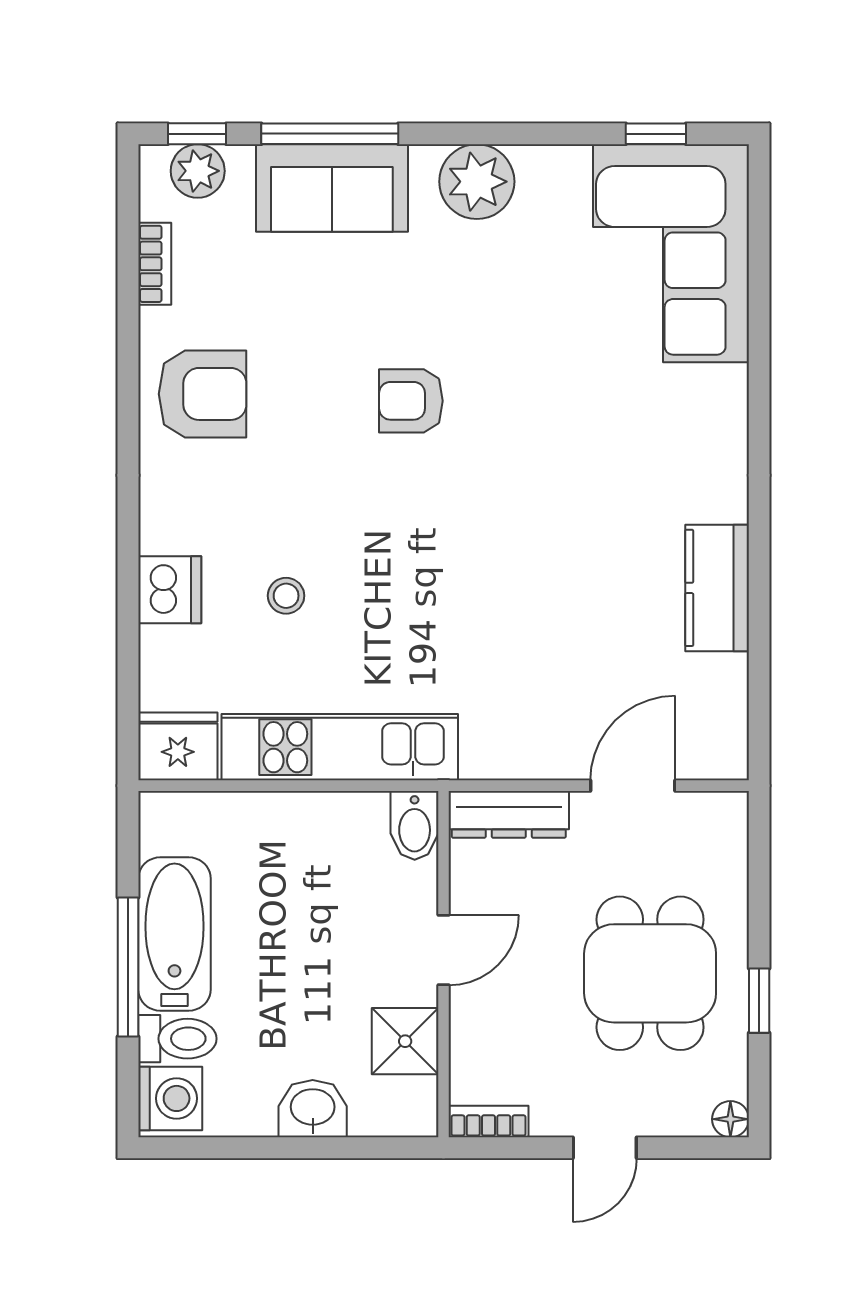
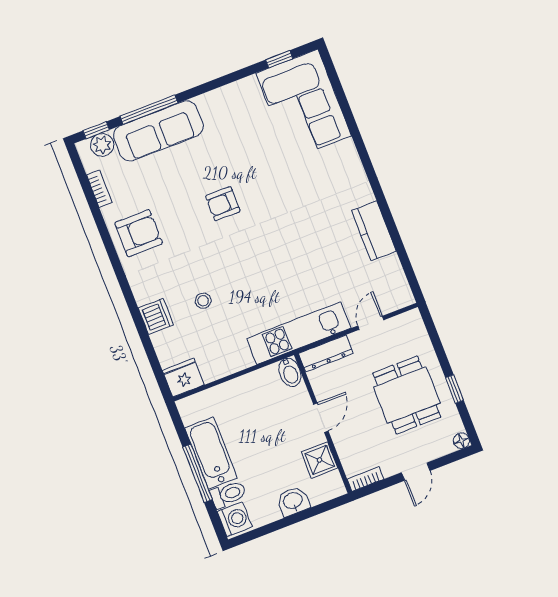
plant: (477, 182) -> (215, 106), removed
sofa: (332, 188) -> (158, 131), width x1.36
kitchen unit: (340, 747) -> (299, 333), moved
door: (633, 786) -> (371, 323), width x0.73

